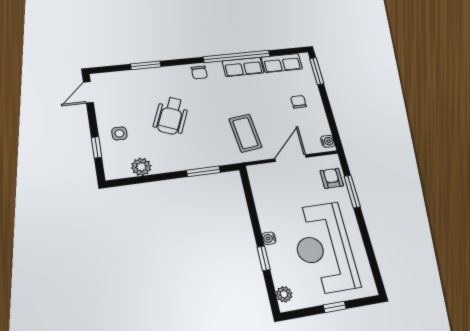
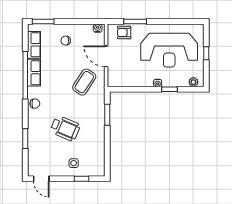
coffee table: (245, 133) -> (84, 82), turned -50
plant: (141, 167) -> (99, 153), removed

